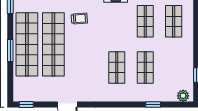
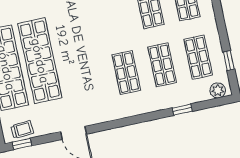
trolley: (79, 19) -> (22, 130), moved
shop shelf: (174, 67) -> (198, 57), added

